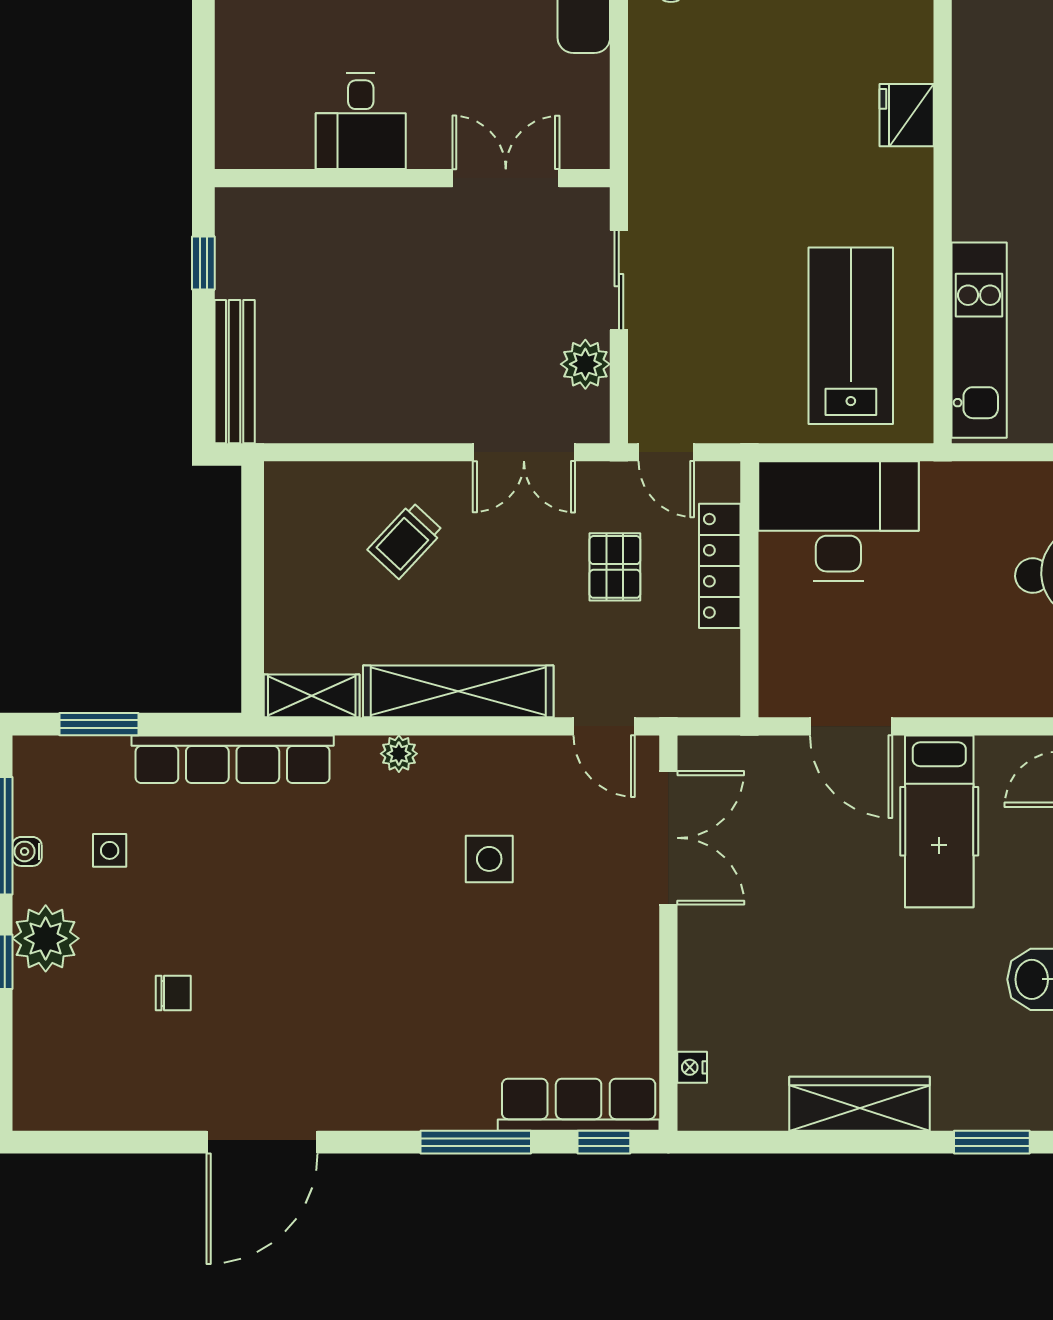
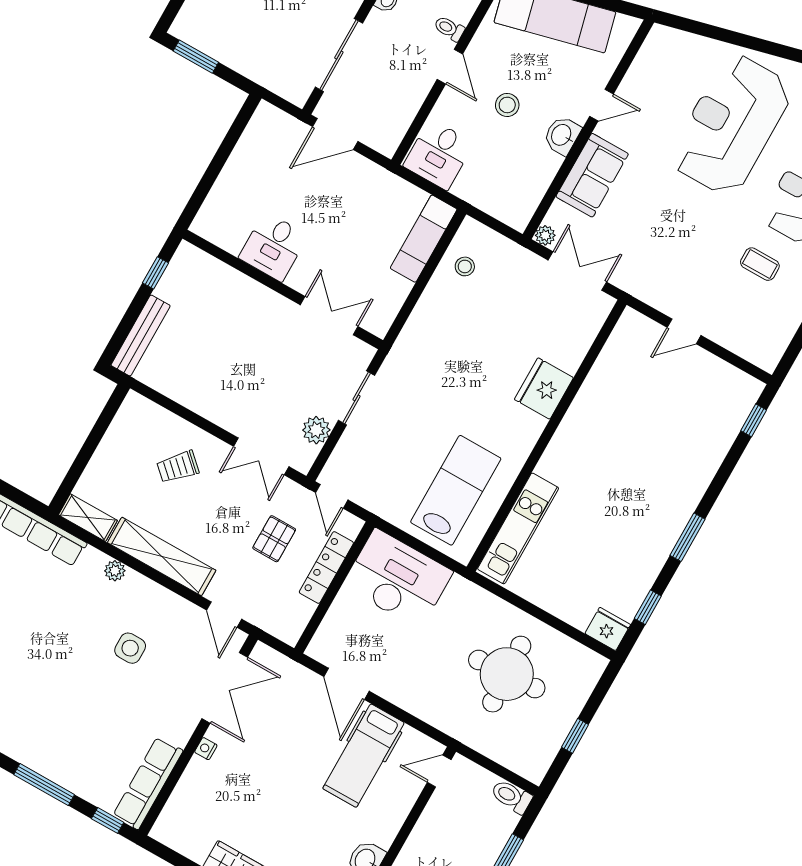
fridge: (907, 115) -> (544, 389), width x1.36, depth x1.34
nightstand: (692, 1067) -> (206, 749), moved
row of seats: (579, 1105) -> (148, 783), moved, turned -90

